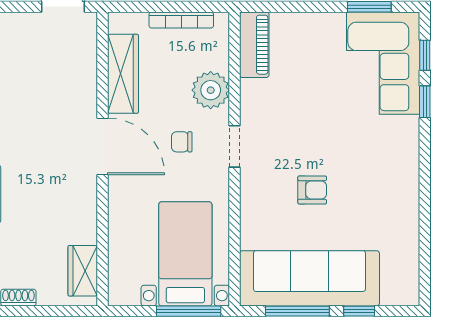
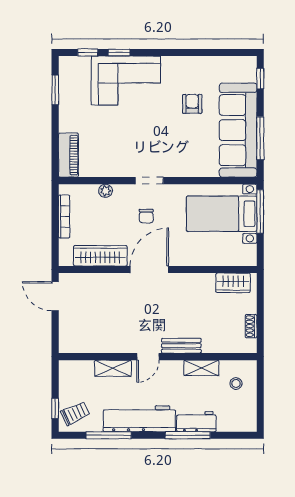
piano: (254, 45) -> (68, 155), moved, turned 90
corner sofa: (383, 63) -> (126, 81), moved
plant: (211, 90) -> (105, 191), width x0.53, depth x0.53
armchair: (312, 190) -> (192, 104), moved
window: (359, 311) -> (260, 79), moved

